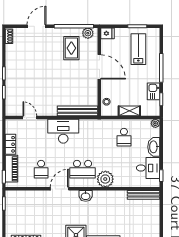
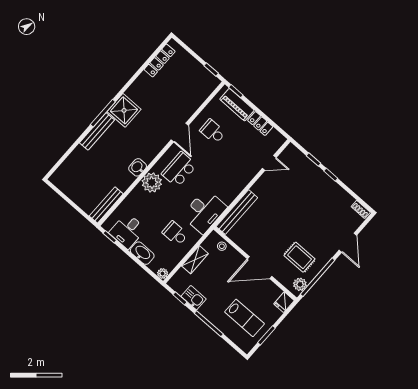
desk: (63, 131) -> (204, 211), moved
washbasin: (86, 196) -> (138, 167), moved

